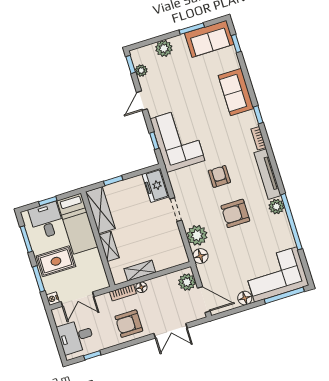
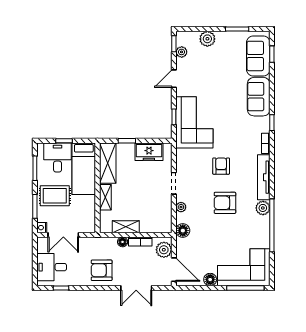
sofa: (209, 39) -> (258, 56), moved, turned 90
freezer: (156, 185) -> (149, 152), moved, turned -90
plant: (197, 235) -> (181, 207), width x0.53, depth x0.53
bookcase: (123, 293) -> (140, 242), moved

